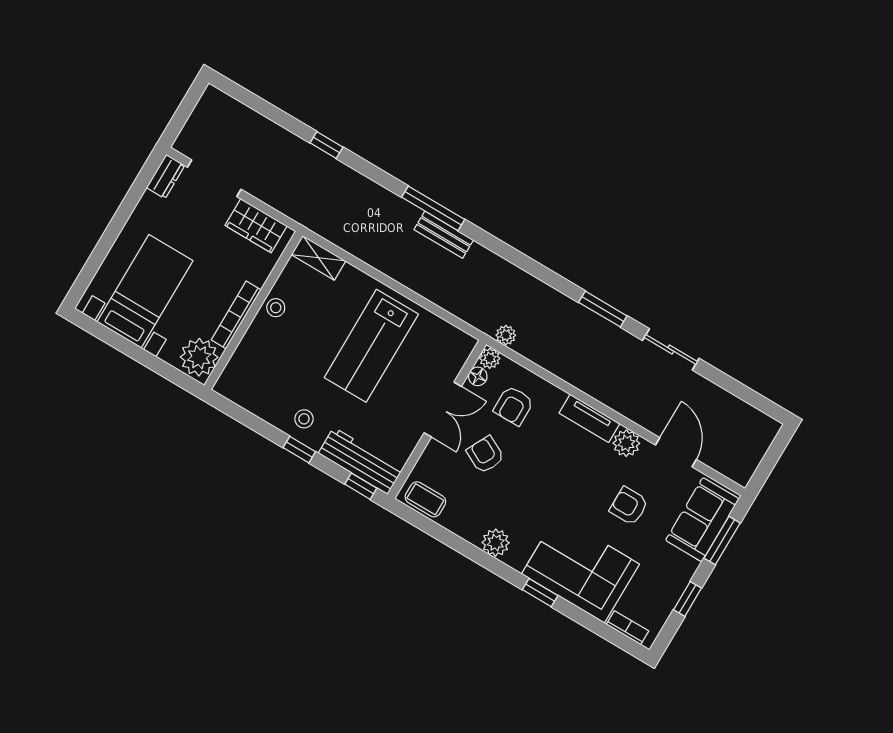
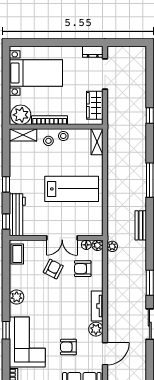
bench: (444, 235) -> (141, 225), moved
lab bench: (371, 346) -> (72, 189), turned 180
shelving: (234, 373) -> (23, 135), added
stool: (304, 419) -> (48, 141), moved
armchair: (629, 506) -> (68, 347), turned -90

